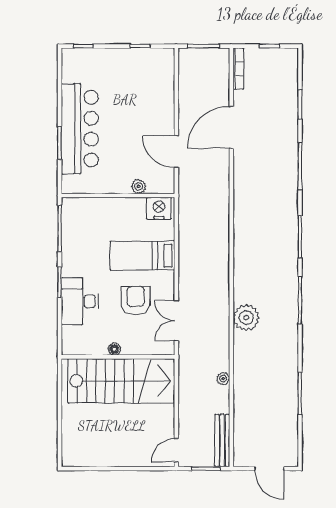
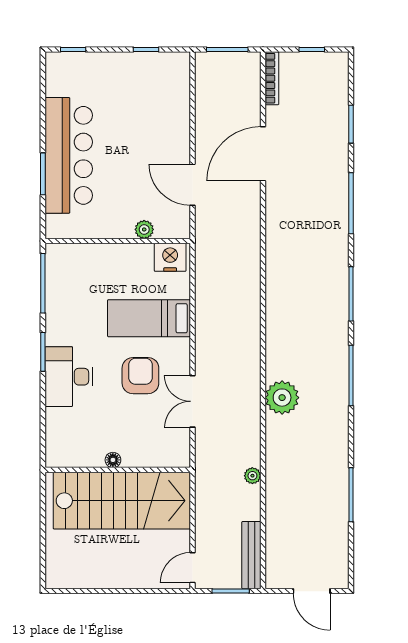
floor lamp: (114, 349) -> (113, 460), moved
wall: (118, 357) -> (118, 470), moved
stairs: (121, 381) -> (122, 501), moved

